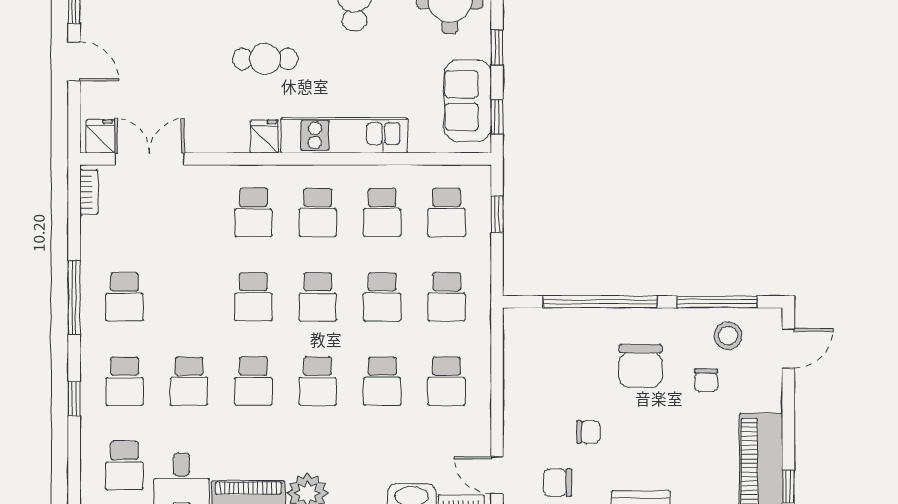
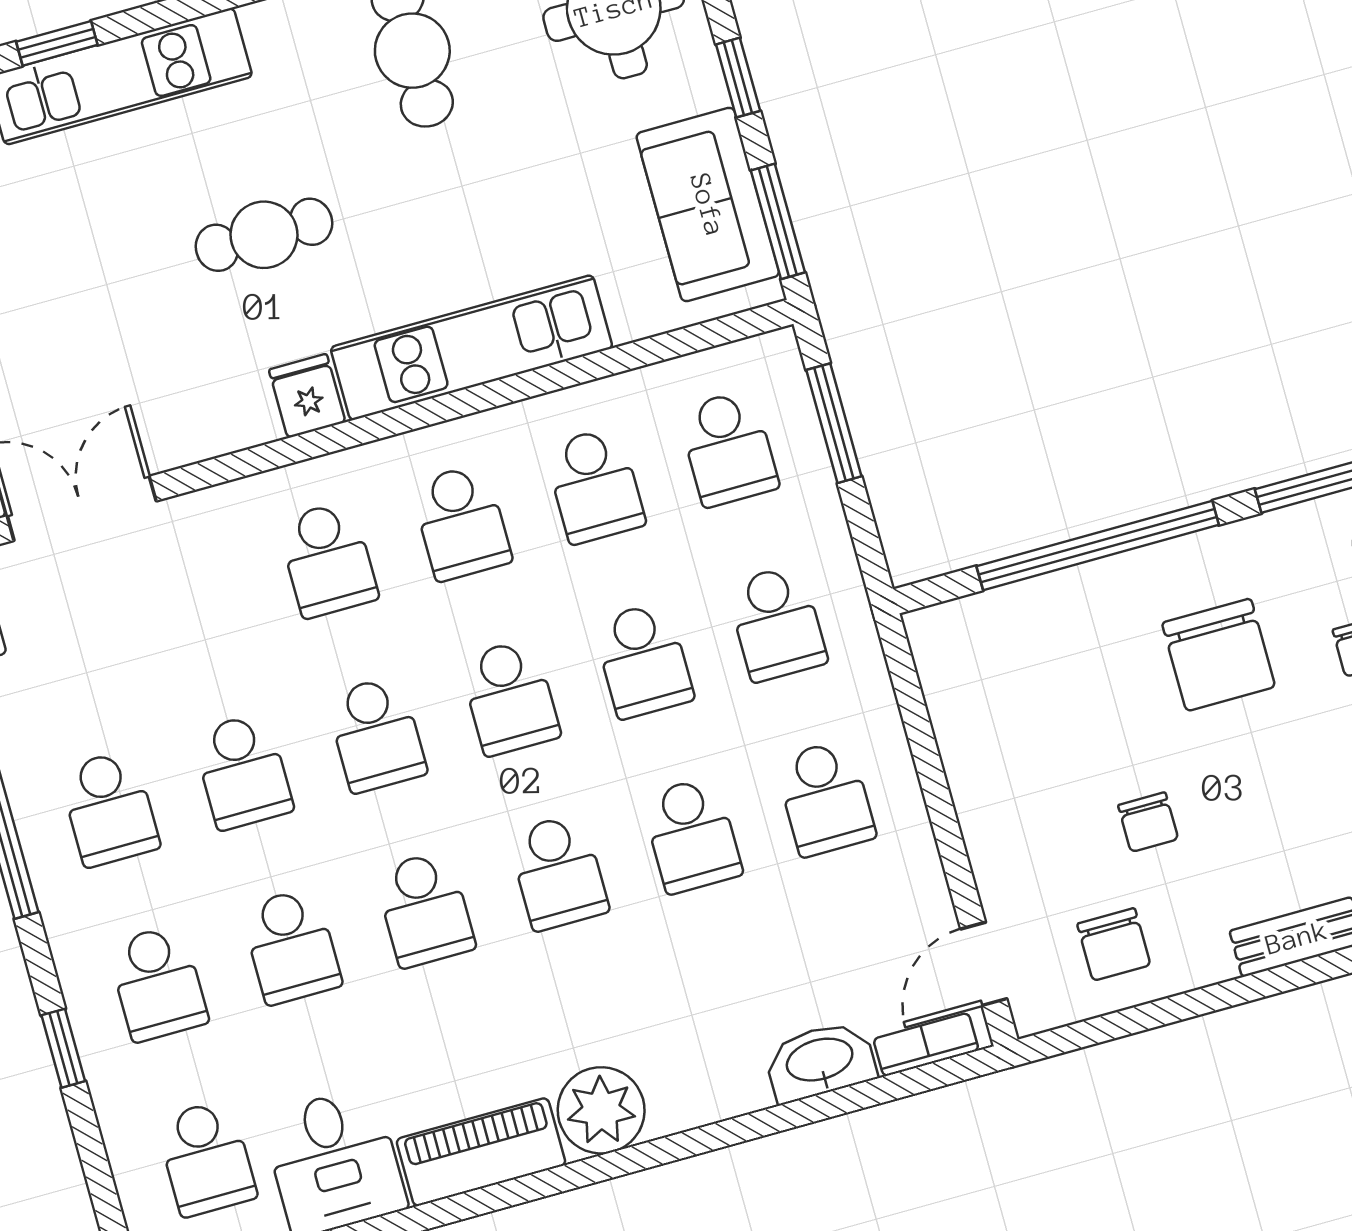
window: (497, 117) -> (778, 221), width x1.50
window: (497, 214) -> (834, 423), width x1.50
school desk: (189, 297) -> (243, 771), added
chair: (588, 432) -> (1148, 822), turned 90
door: (497, 475) -> (984, 964), hinge flipped
chair: (558, 483) -> (1114, 944), turned -90

